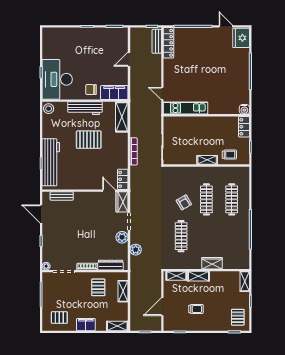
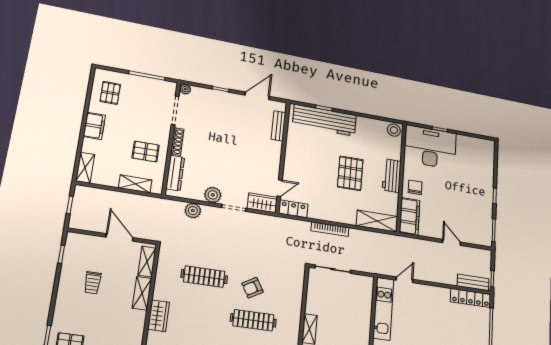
workbench: (85, 108) -> (392, 176), width x0.73
door: (162, 307) -> (120, 237), moved

